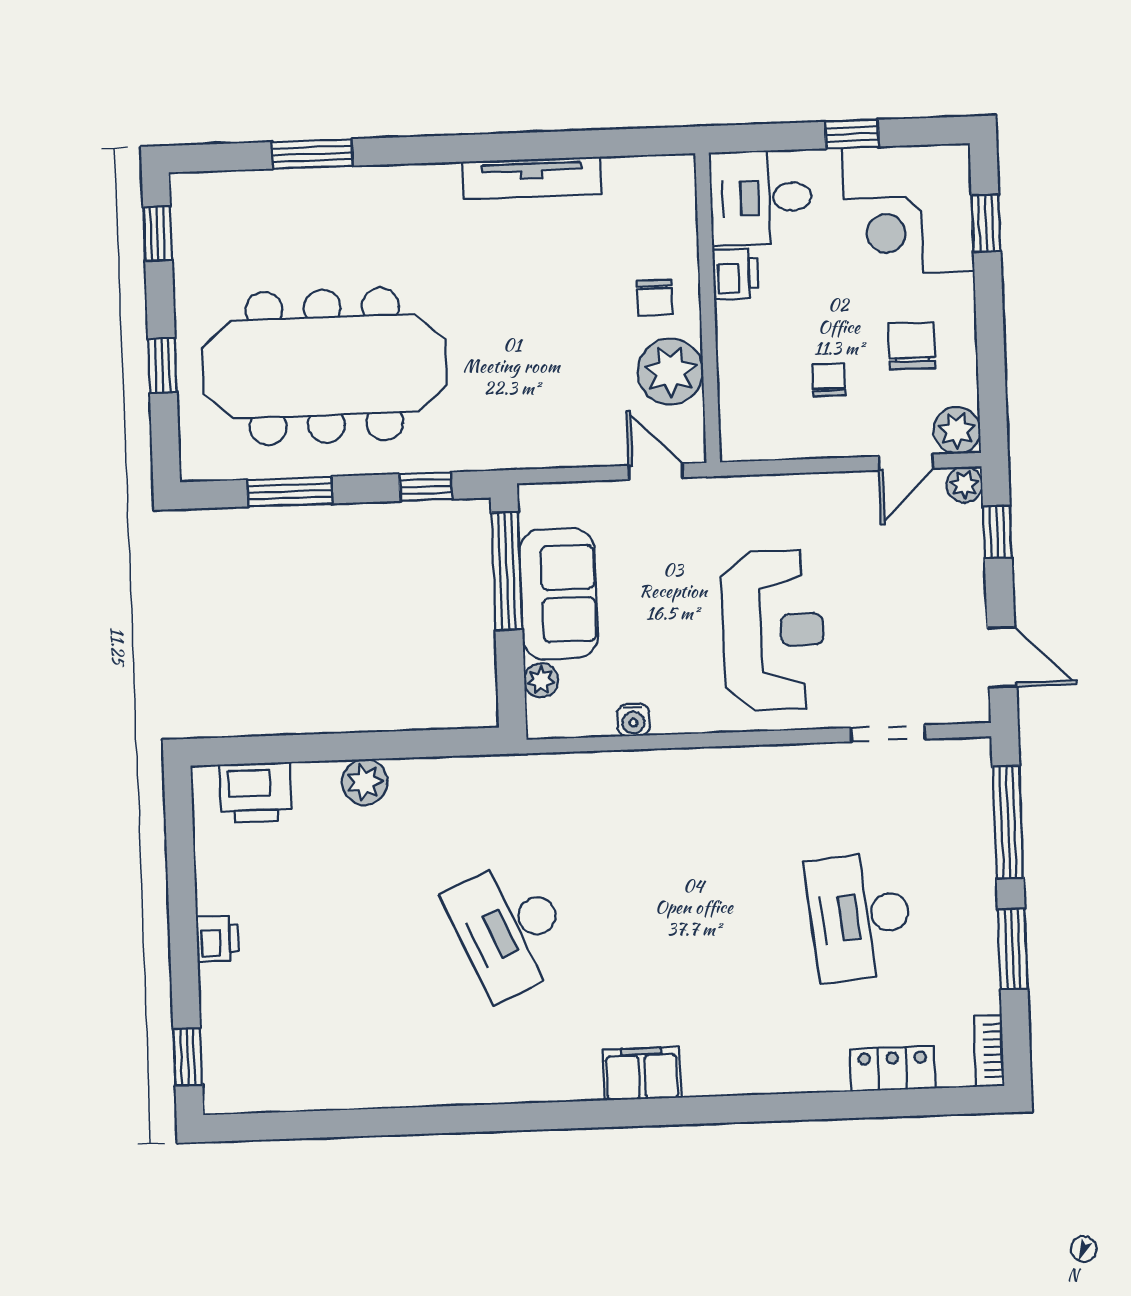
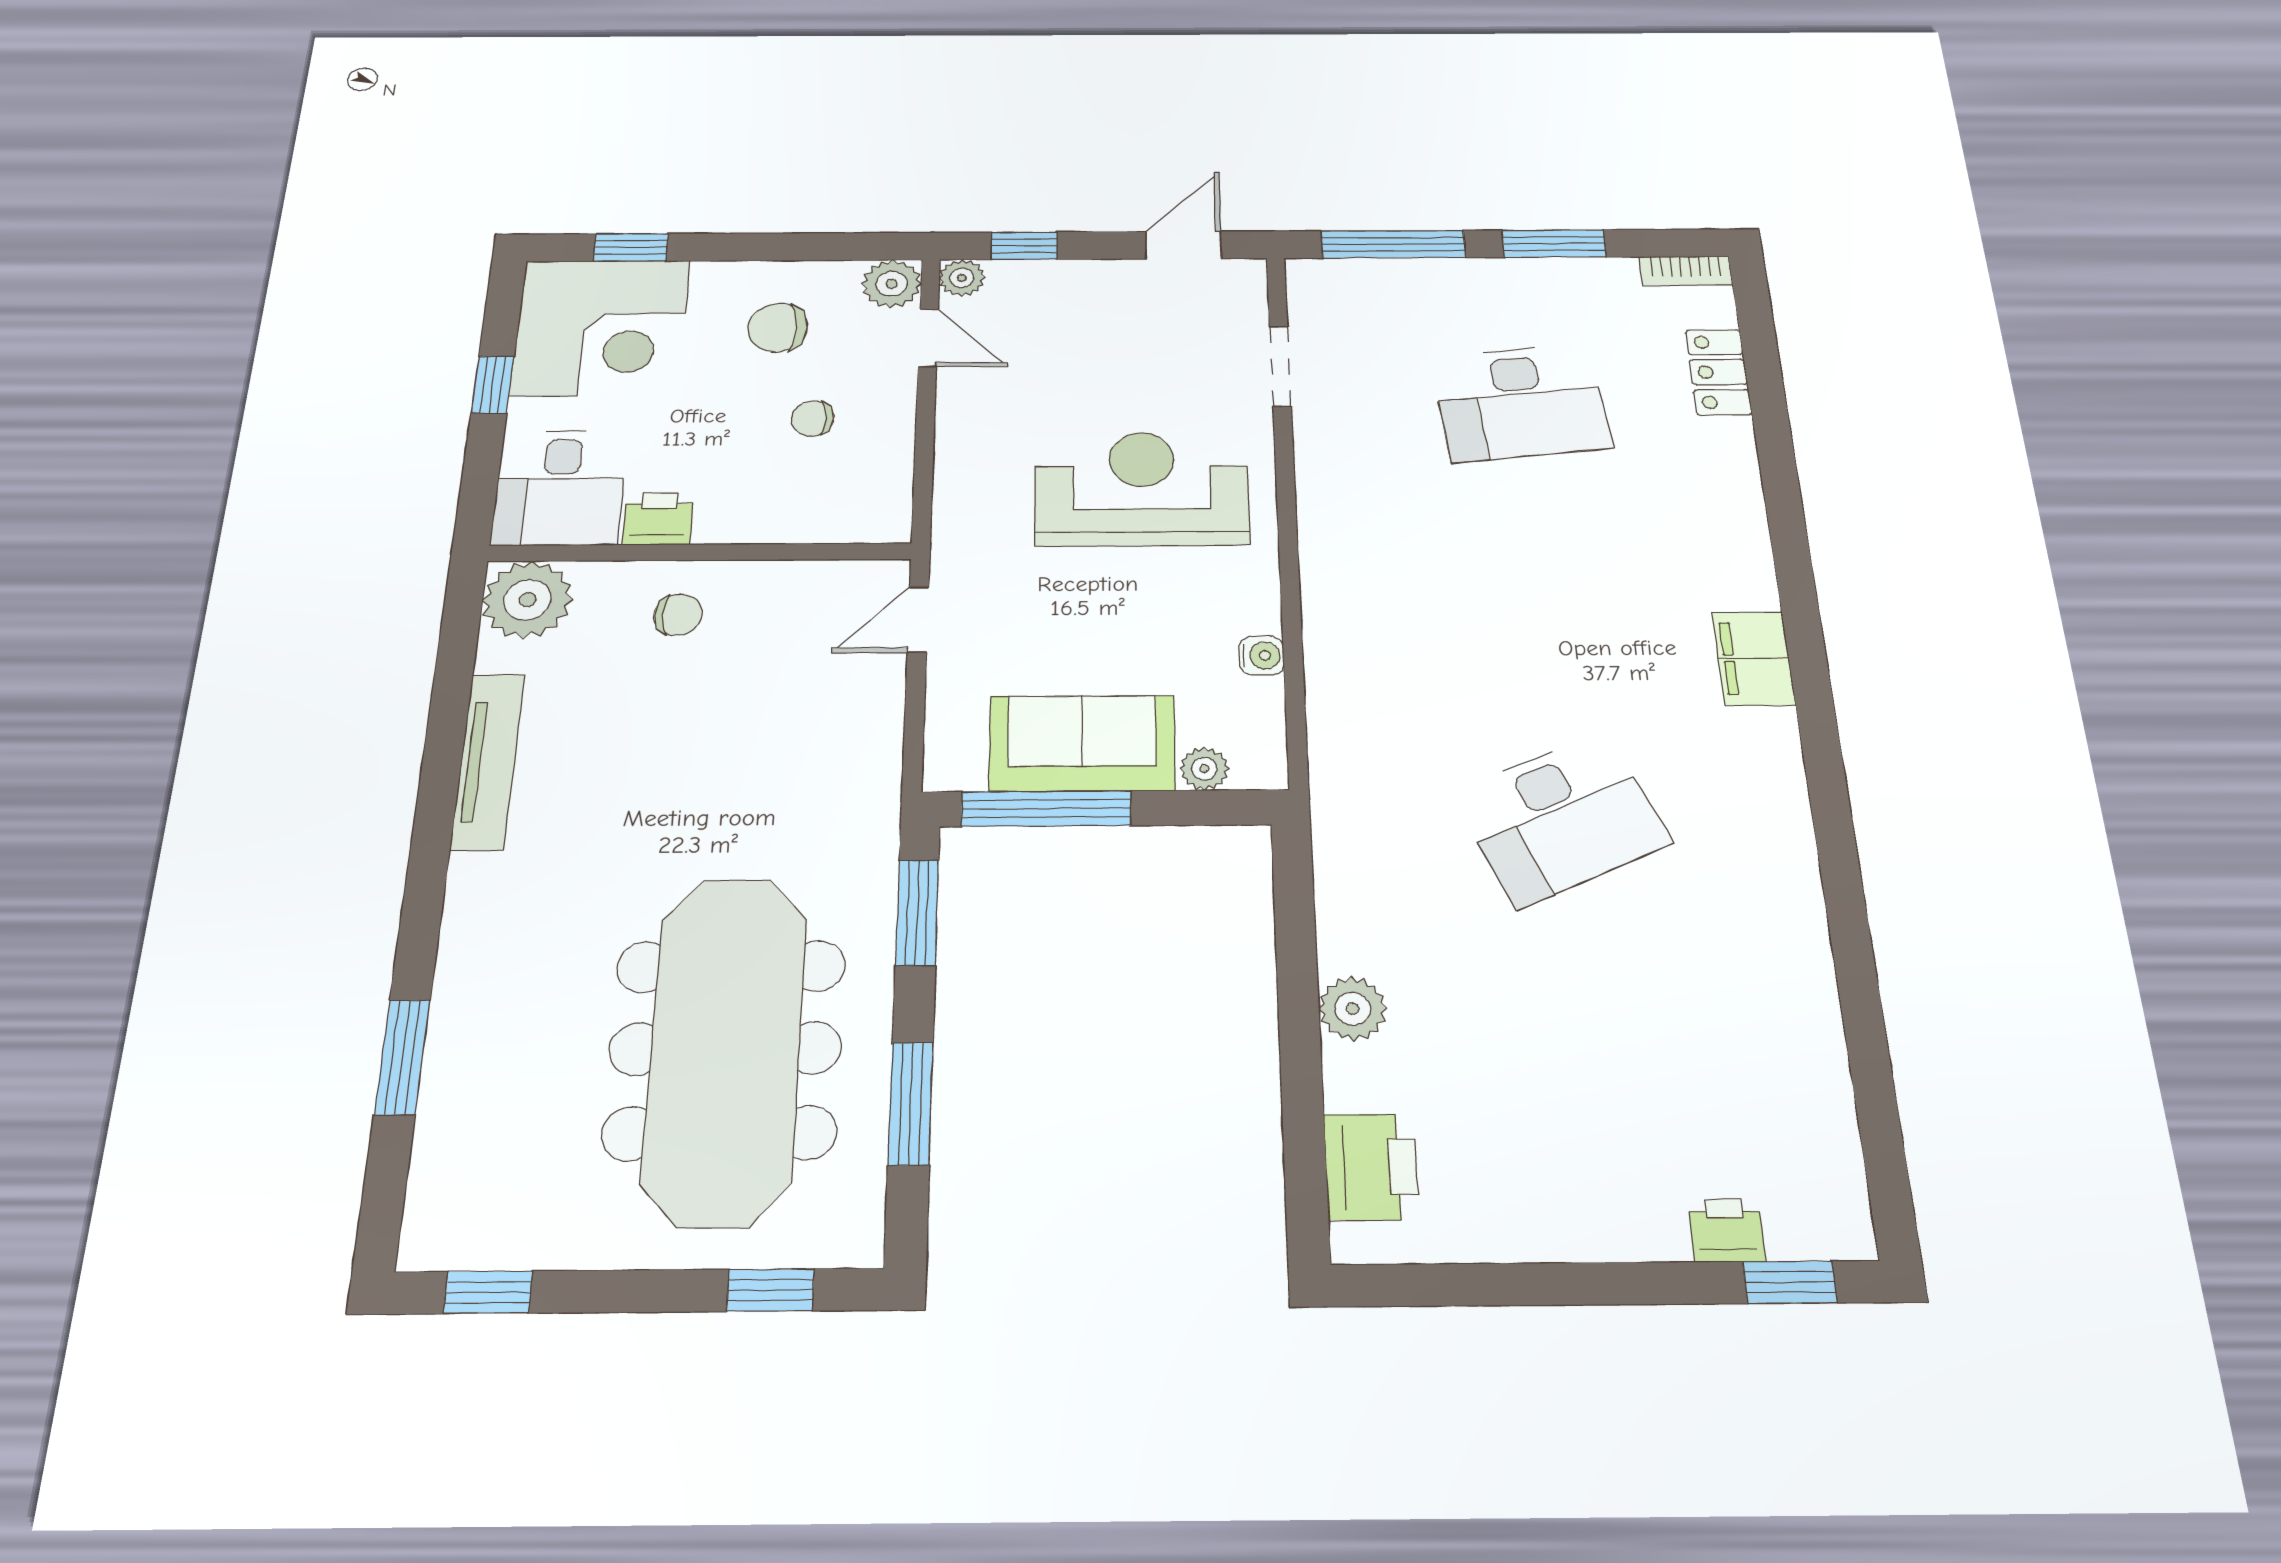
window: (162, 366) -> (771, 1290), moved
plant: (670, 372) -> (528, 600), moved
window: (426, 487) -> (917, 913), width x1.50
printer: (217, 939) -> (1727, 1230), moved

